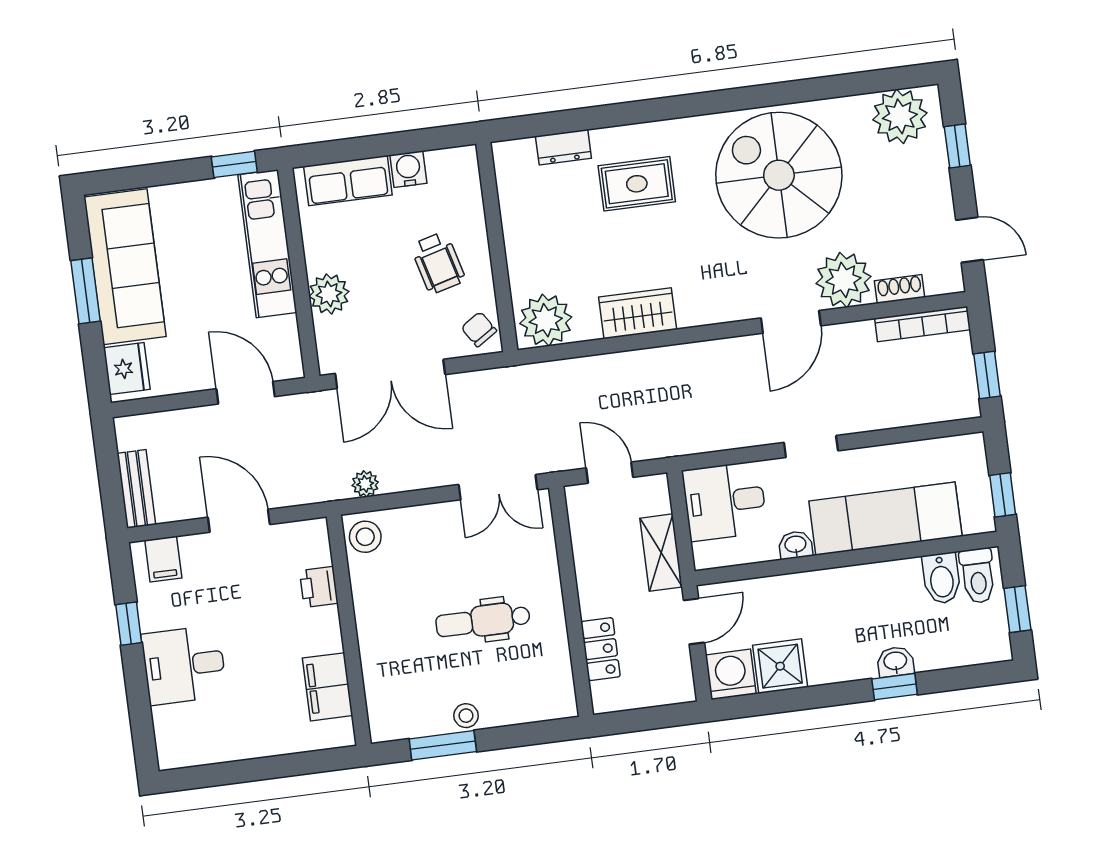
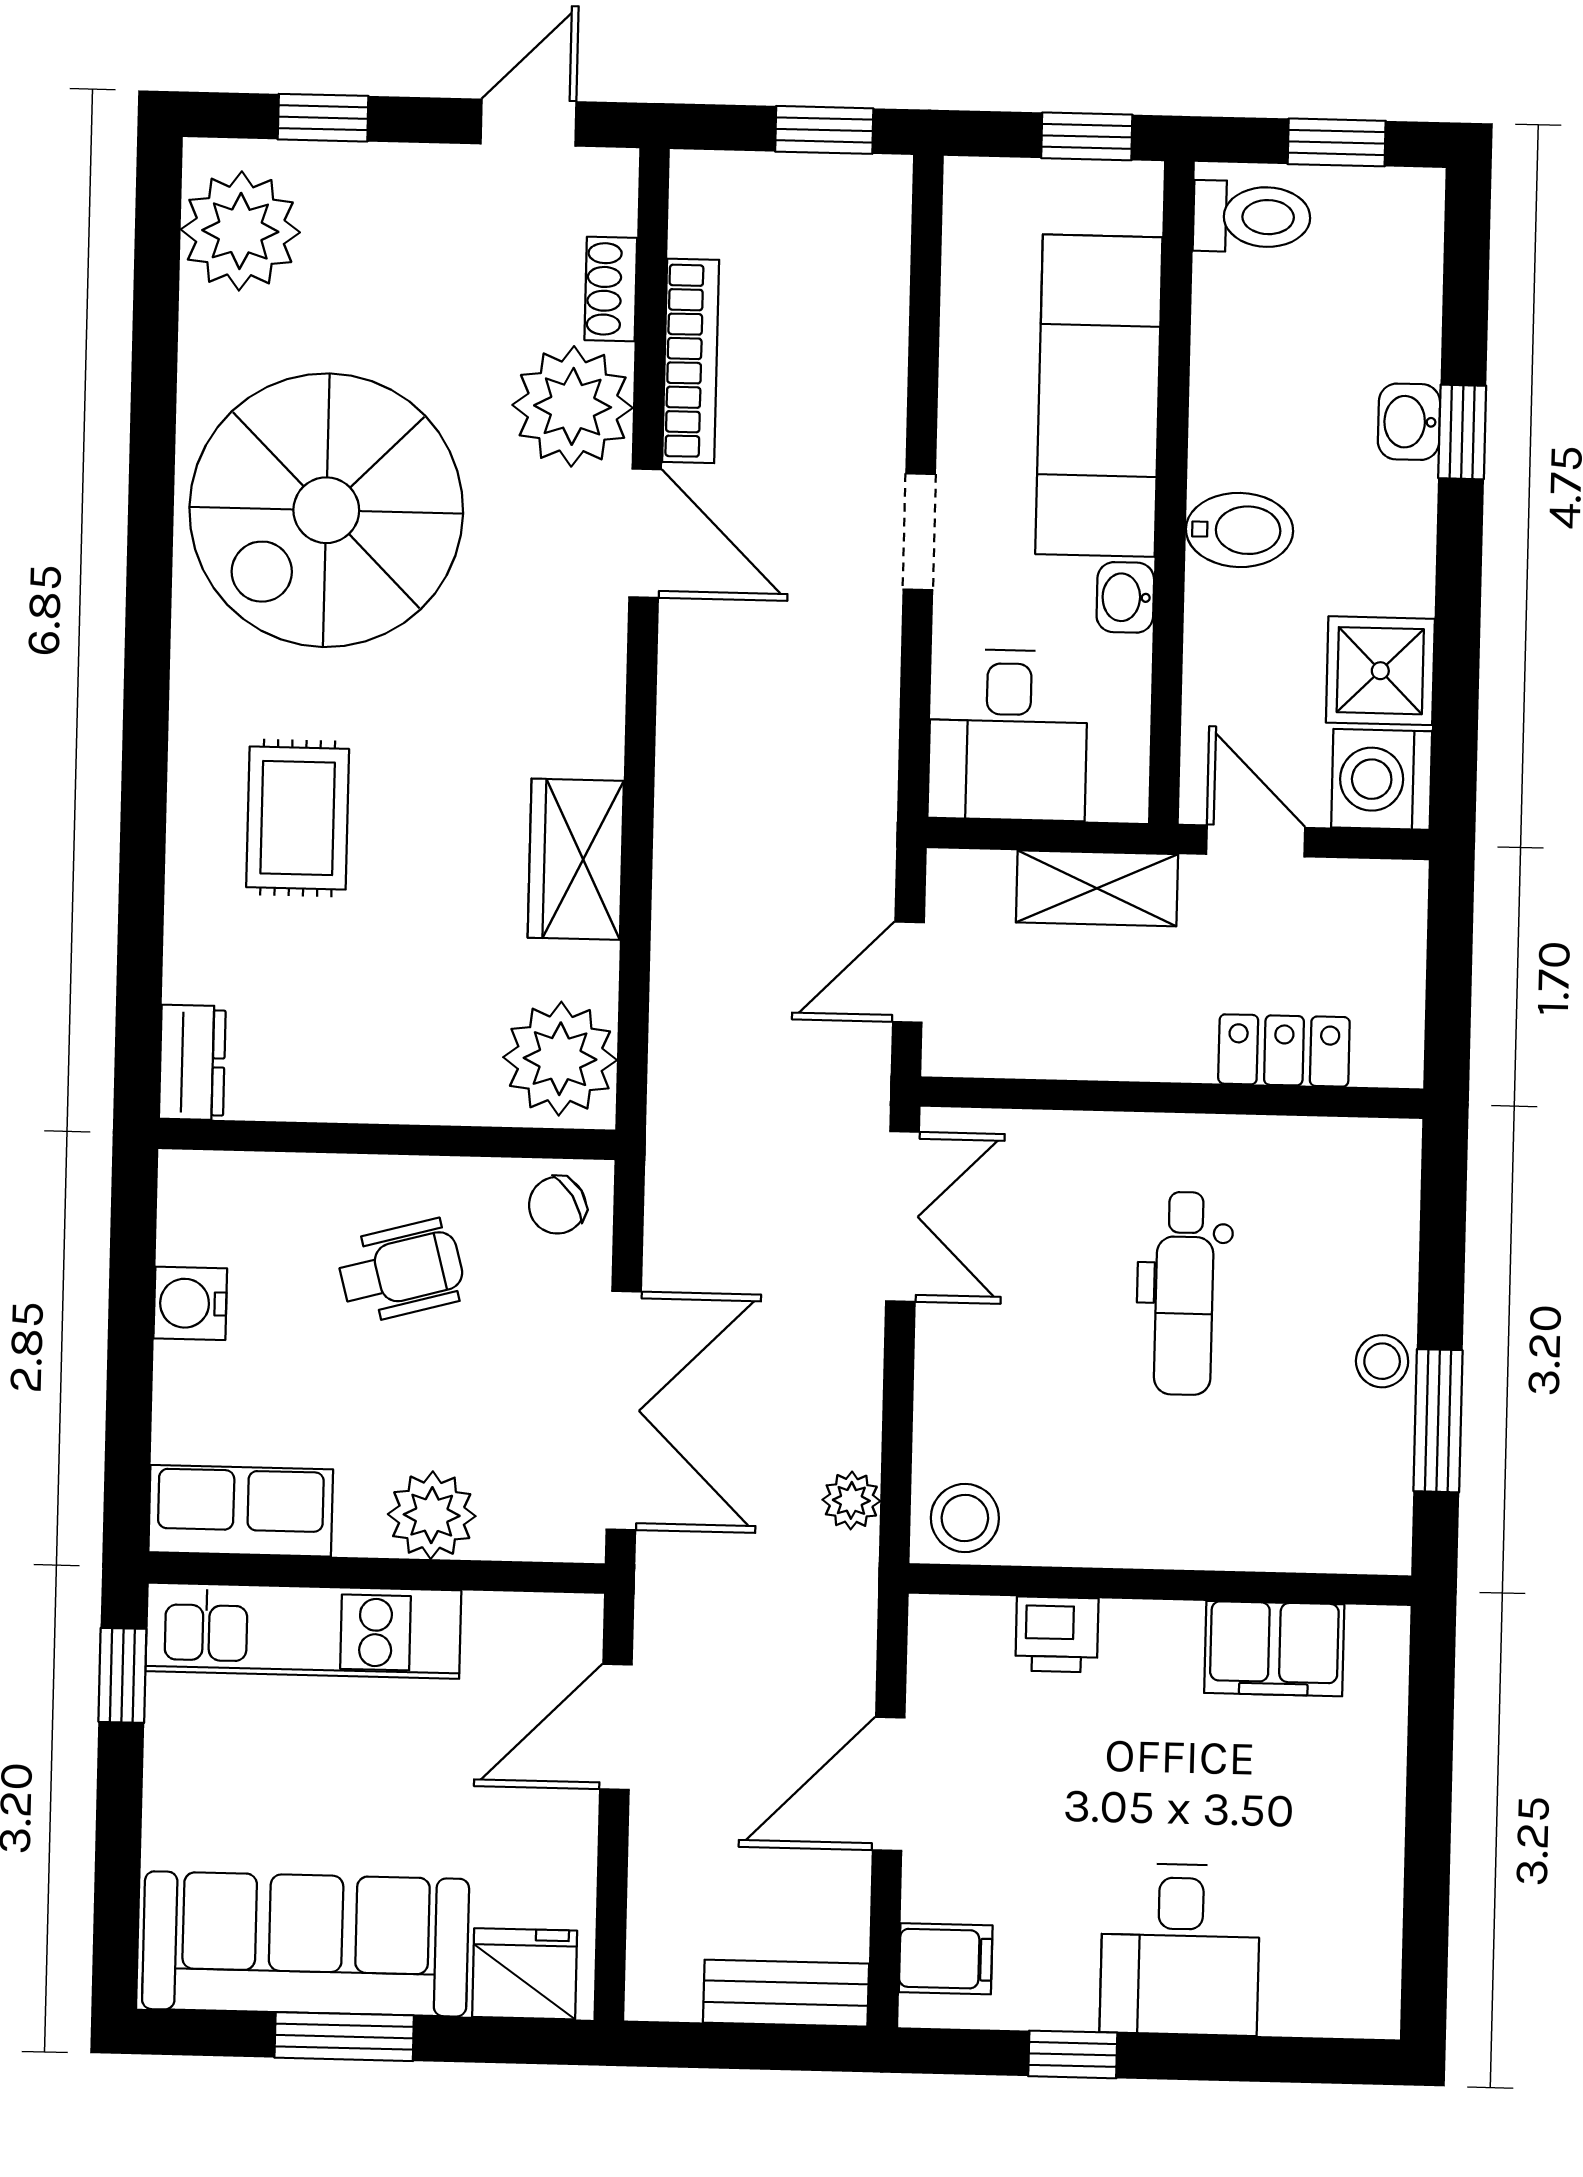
dresser: (563, 147) -> (192, 1062), moved
row of seats: (348, 181) -> (241, 1511), moved, turned -90
bookcase: (923, 324) -> (691, 361), moved
bidet: (941, 578) -> (1239, 530), moved

